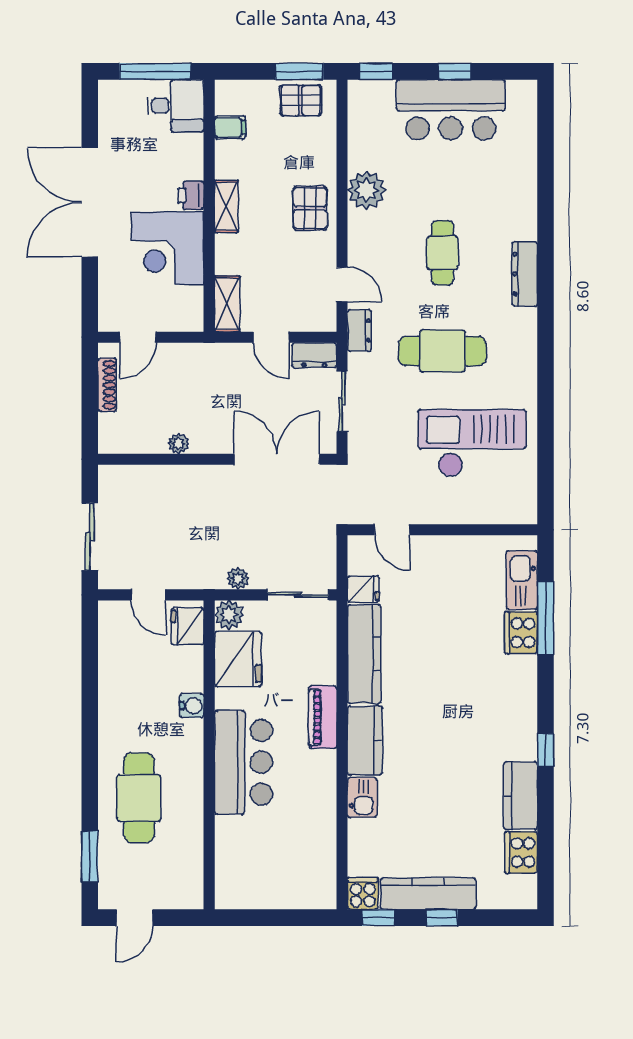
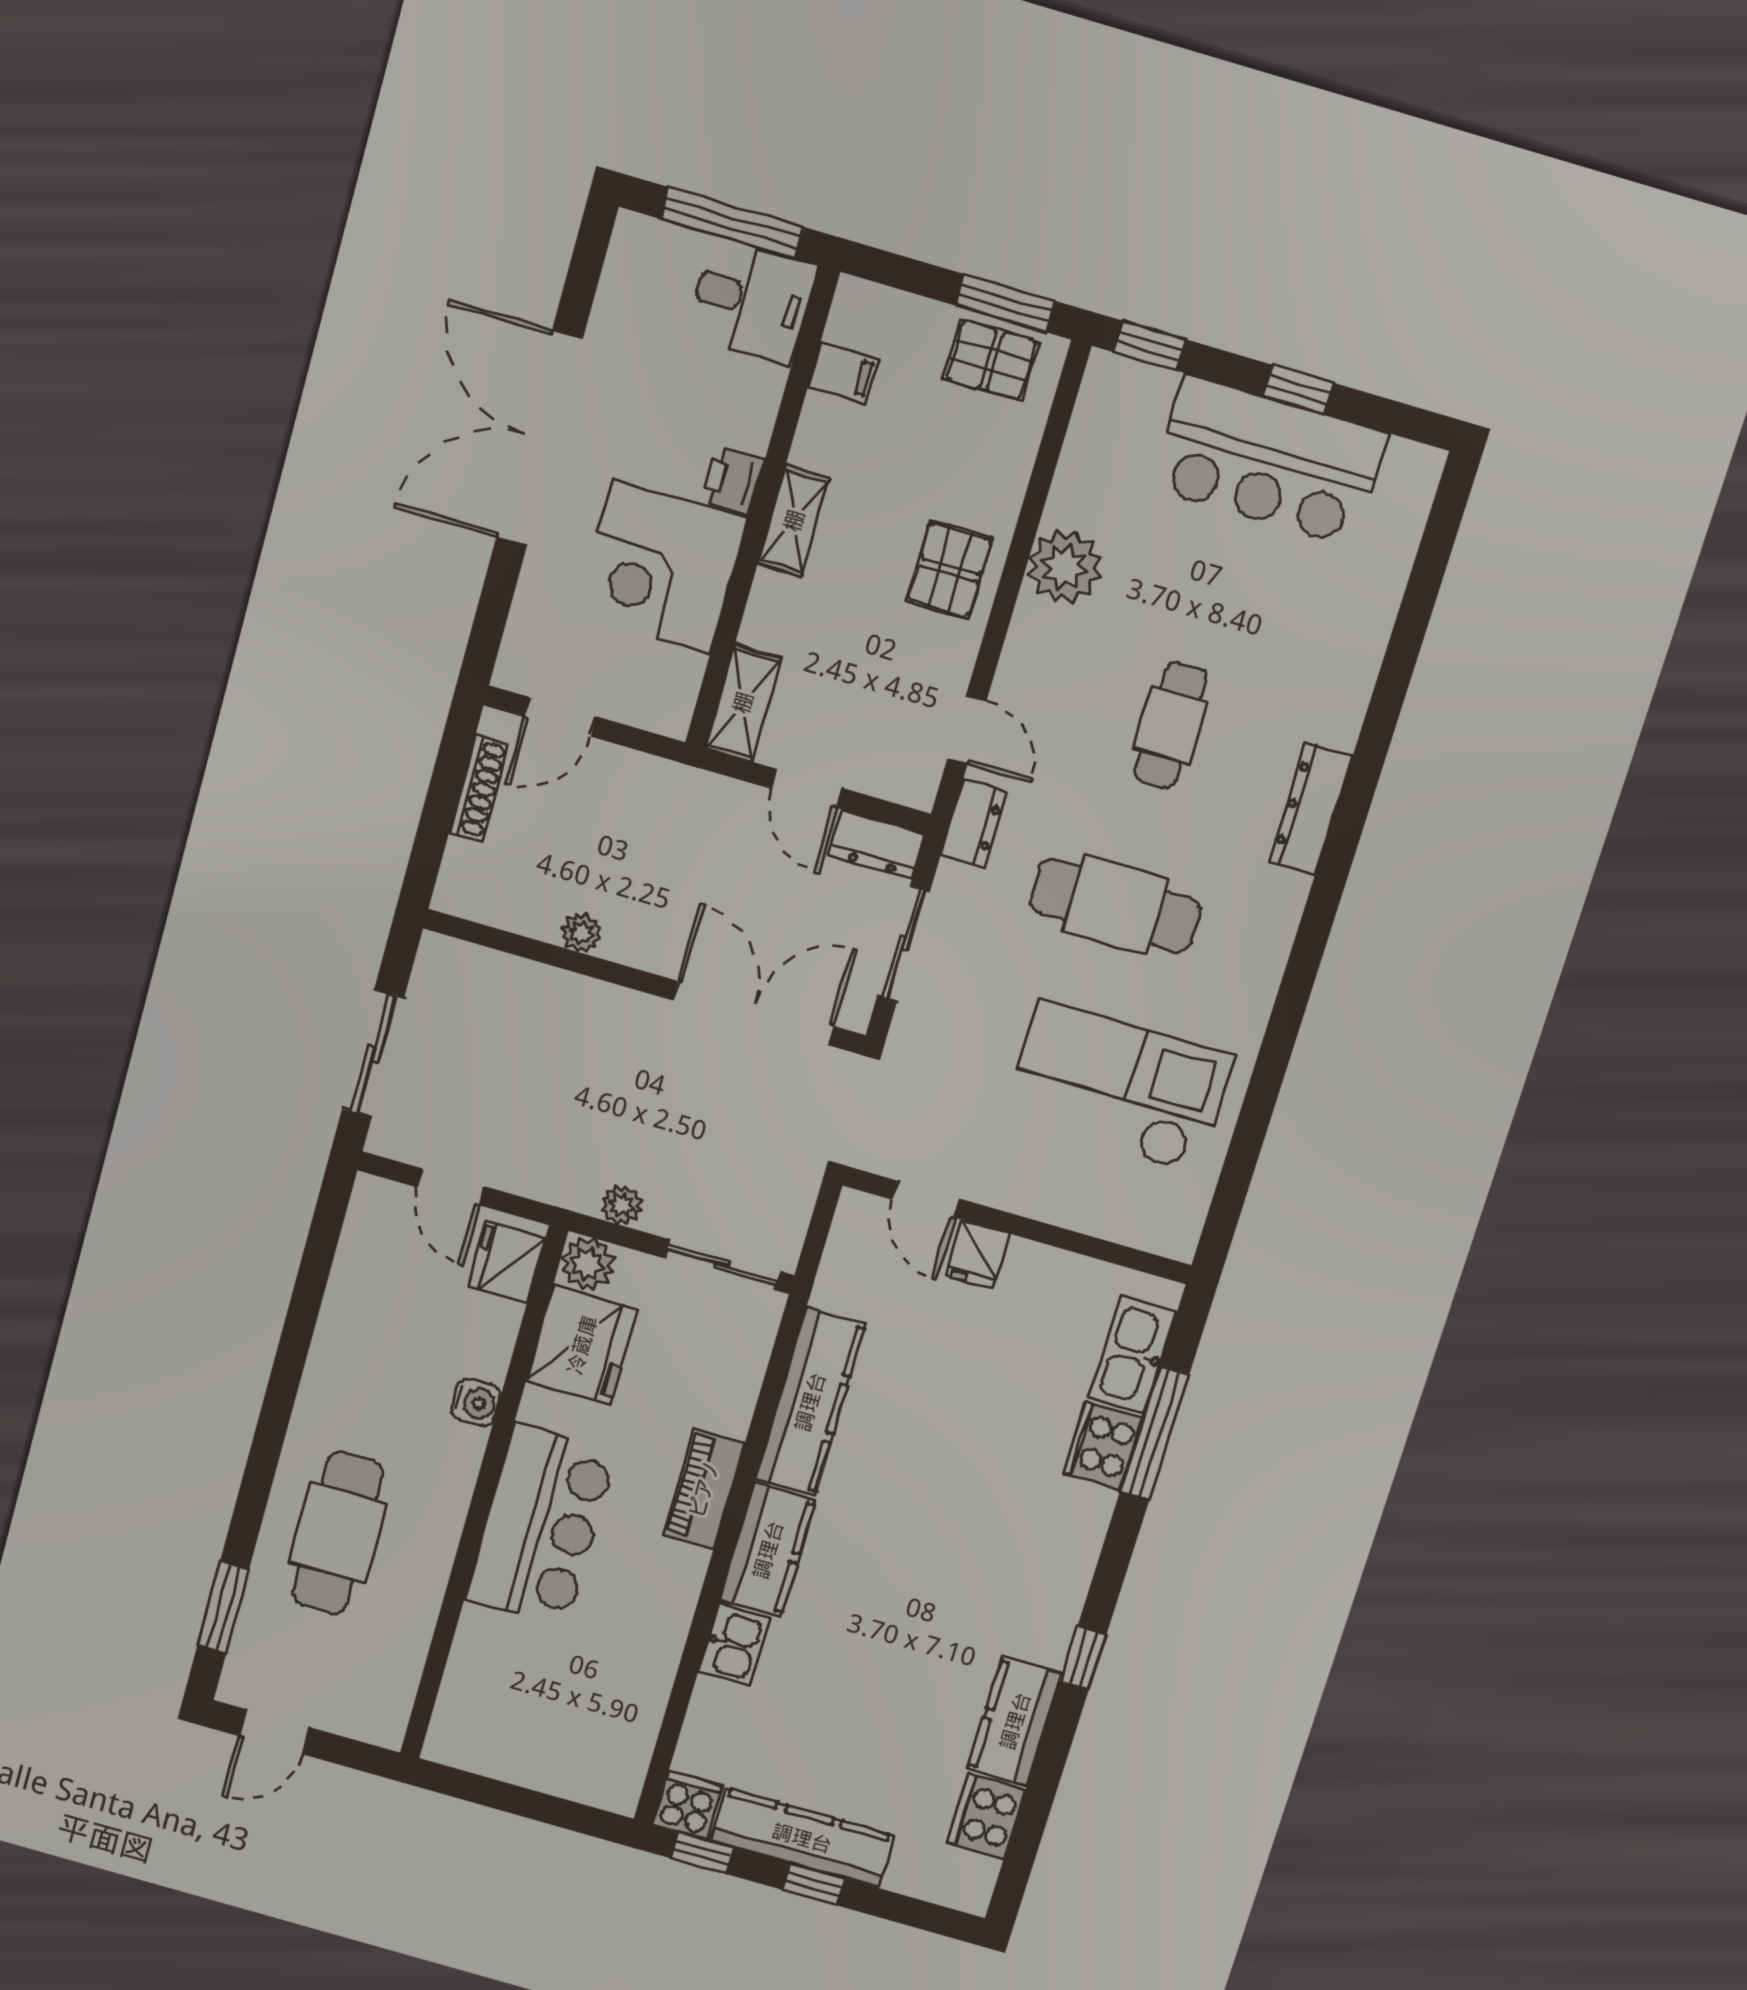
fridge: (363, 589) -> (978, 1255), moved, turned 90

